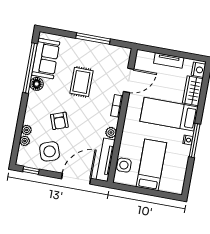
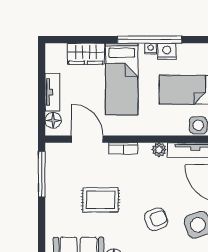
window: (93, 39) -> (42, 174), moved
floor lamp: (147, 57) -> (53, 120), added
nightstand: (198, 70) -> (167, 51), moved
window: (195, 140) -> (150, 40), width x1.46

